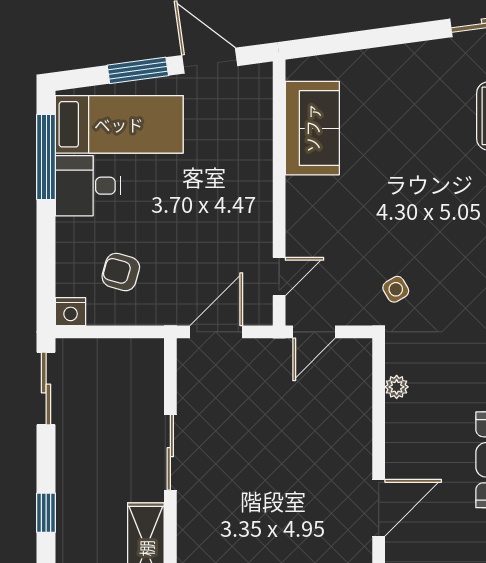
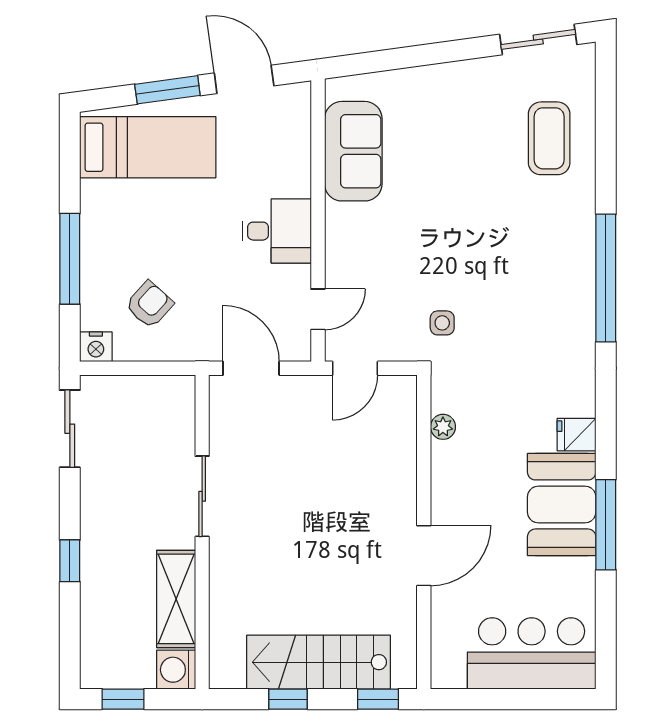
window: (46, 157) -> (70, 259), moved
desk: (88, 186) -> (277, 231), moved, turned 180
armchair: (121, 272) -> (149, 305), turned 116
side table: (396, 289) -> (442, 323), turned 31
door: (216, 332) -> (251, 368), hinge flipped

